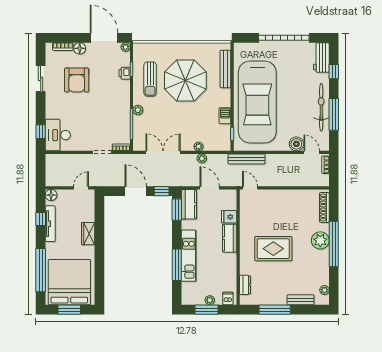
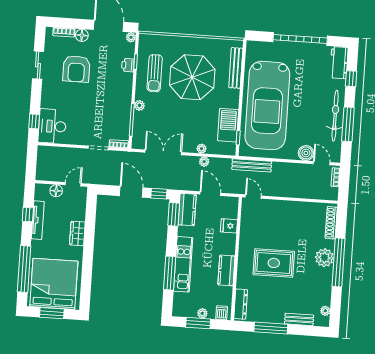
barbecue: (225, 116) -> (228, 125), width x1.88, depth x1.53
floor lamp: (51, 195) -> (56, 191), moved
kitchen counter: (230, 238) -> (226, 270), moved
dresser: (245, 285) -> (241, 304), width x1.44

